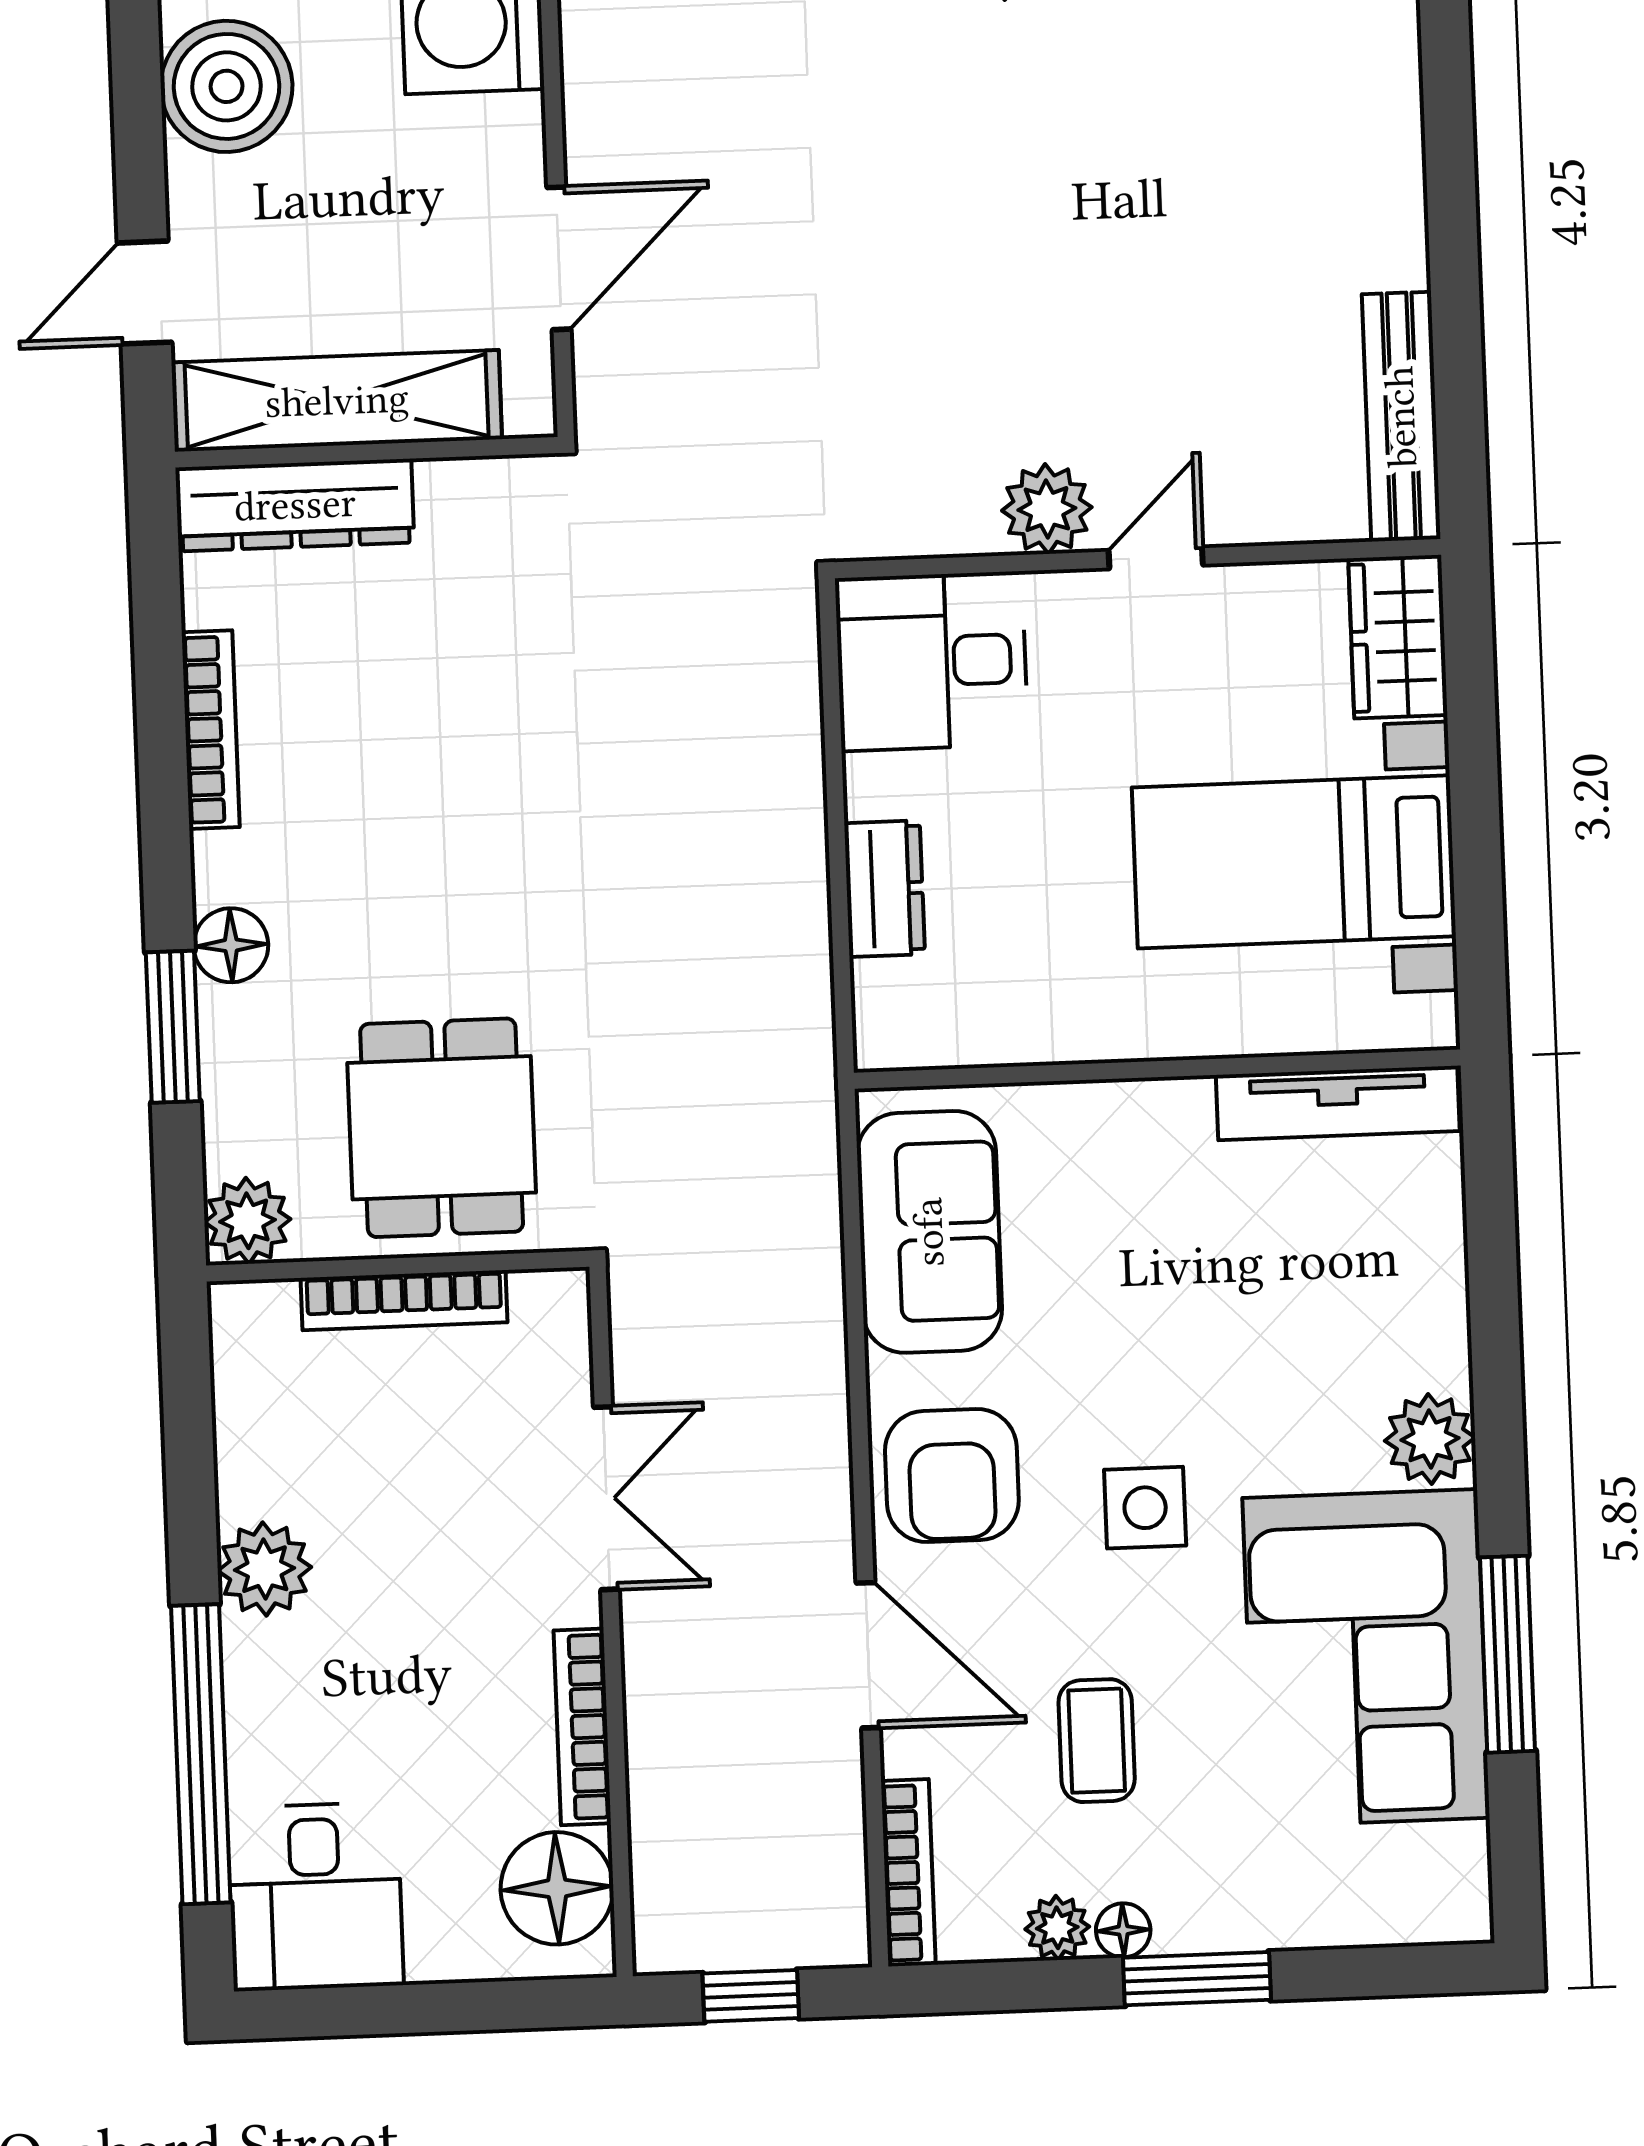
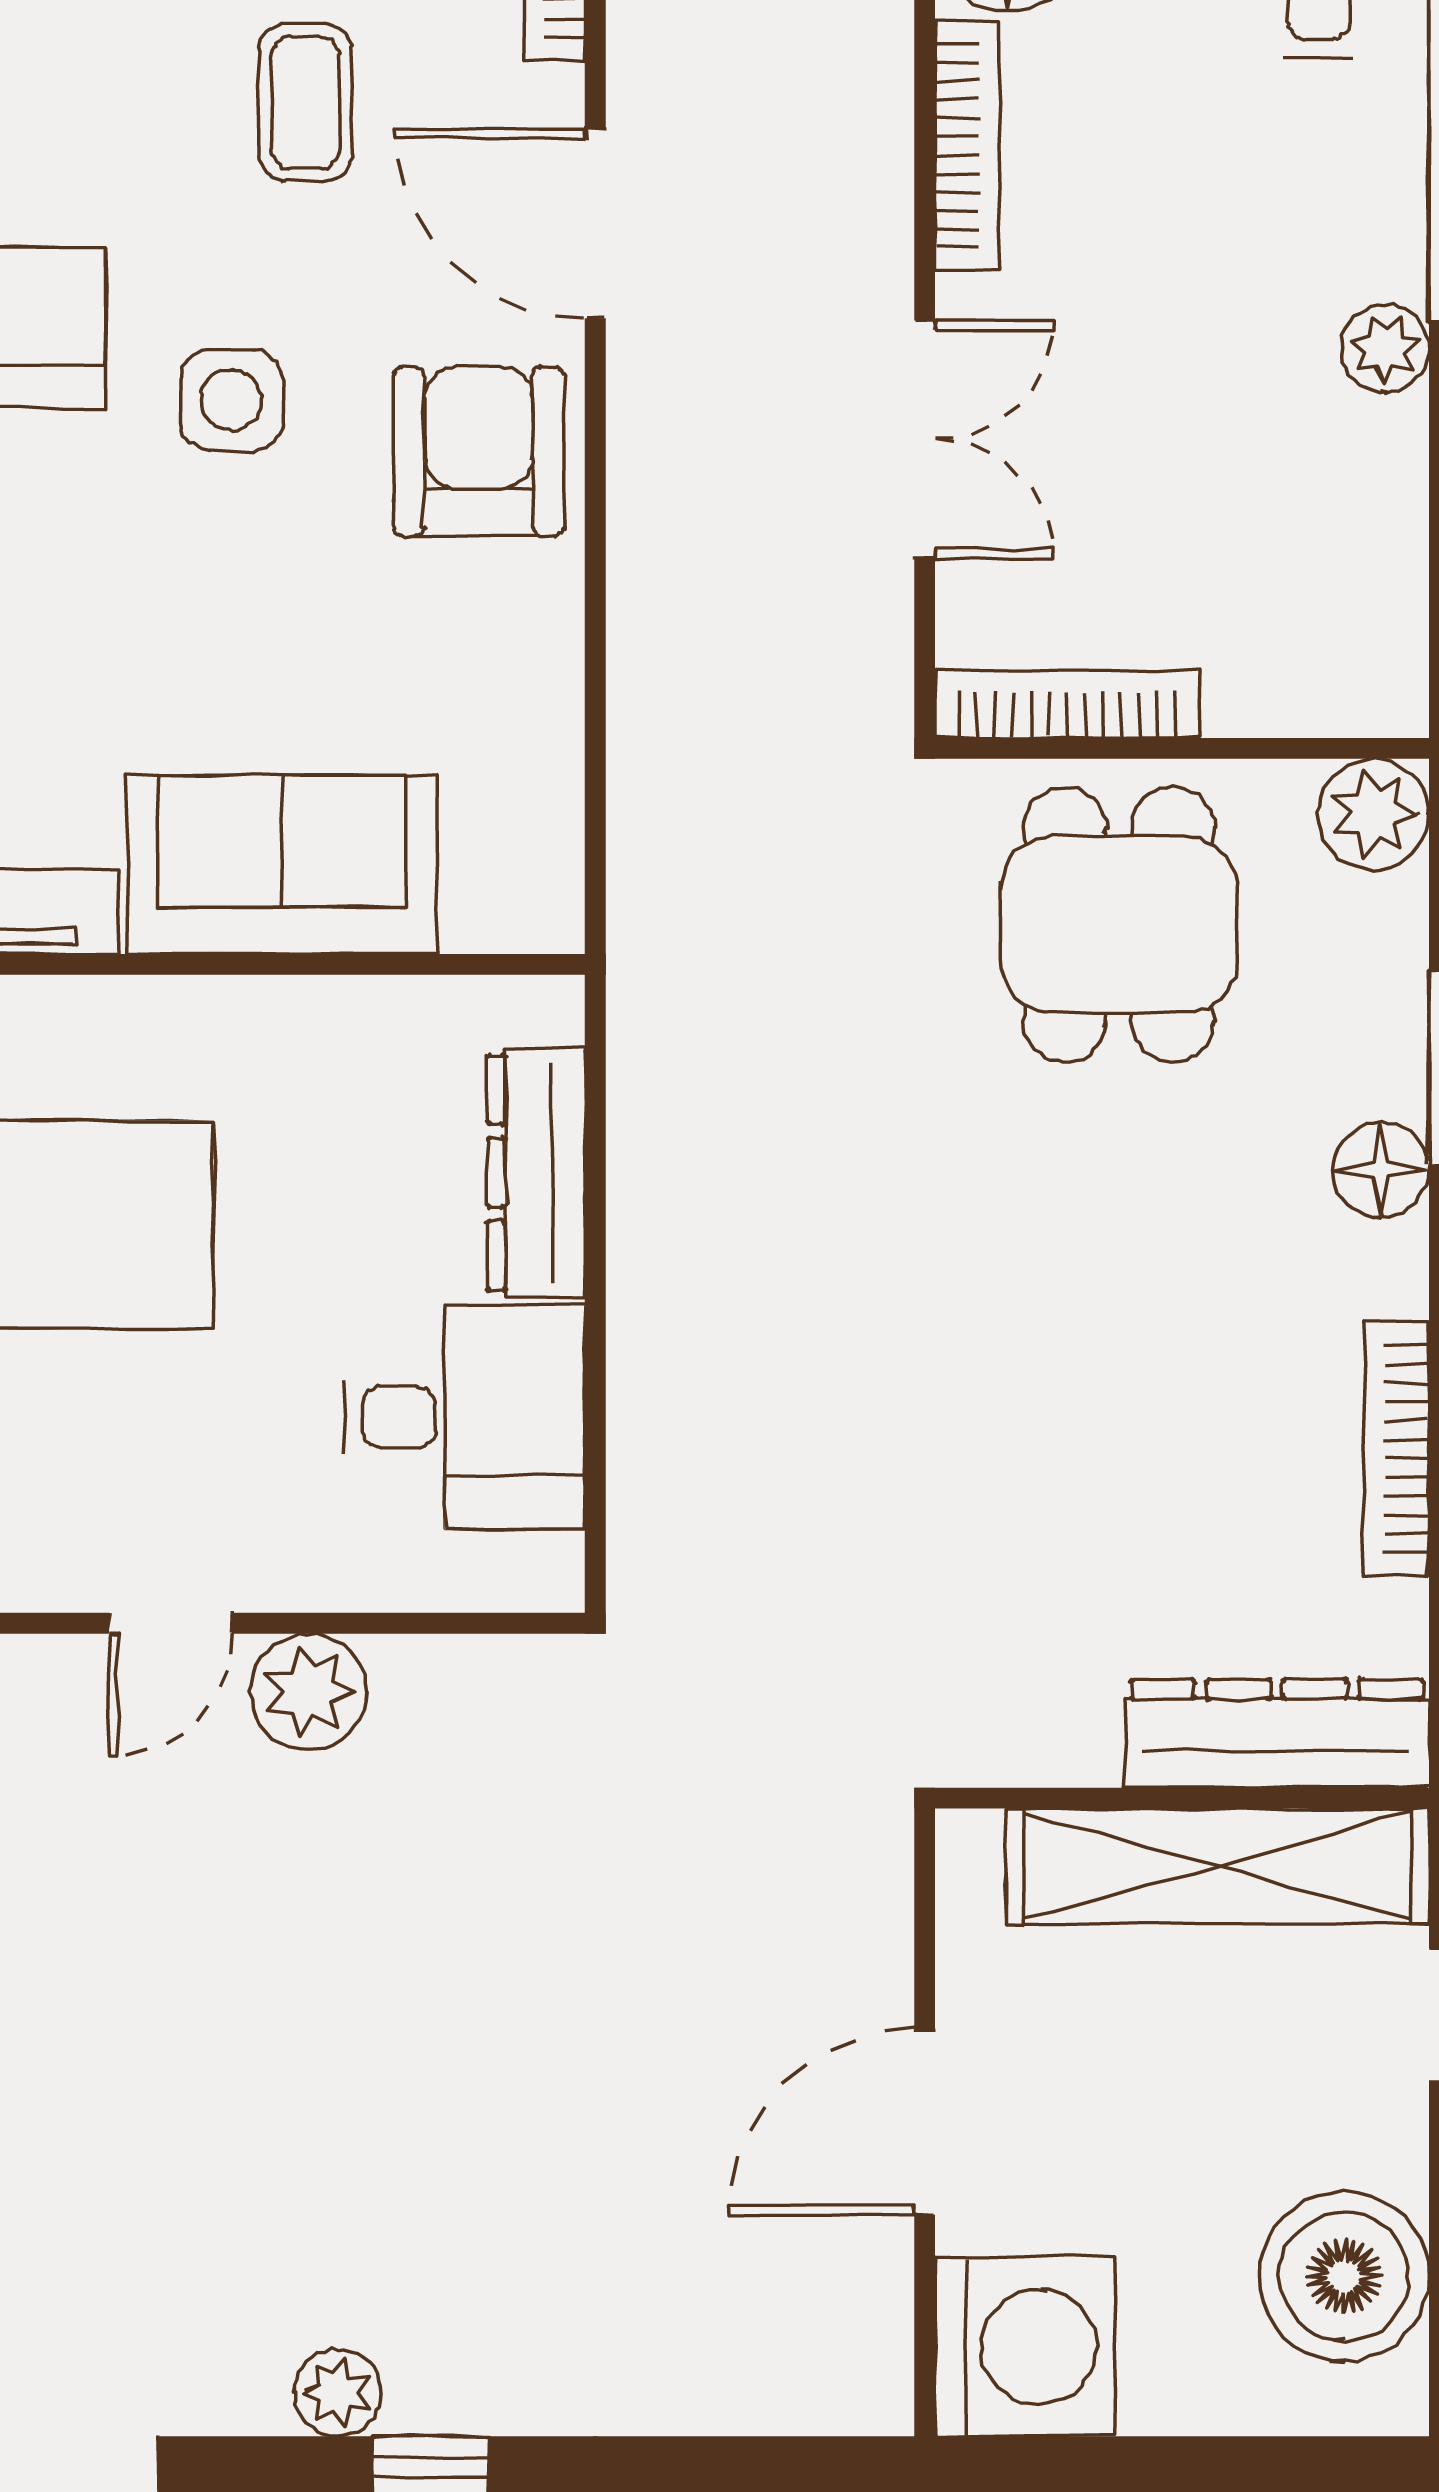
door: (559, 258) -> (925, 2122), moved
desk: (932, 661) -> (464, 1417), moved
dresser: (885, 889) -> (536, 1173), width x1.44
sofa: (929, 1232) -> (282, 865), moved, turned 90
bookcase: (404, 1300) -> (1067, 704), moved
double door: (606, 1498) -> (925, 439), swing flipped
plant: (264, 1569) -> (1385, 348), width x0.73, depth x0.73

